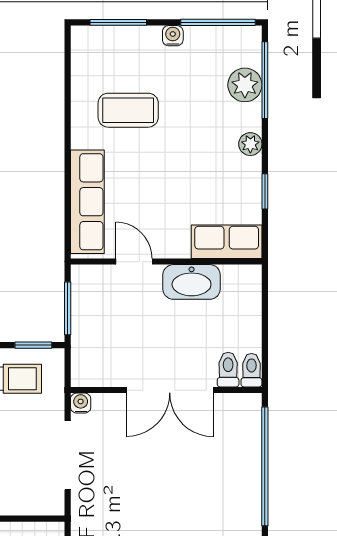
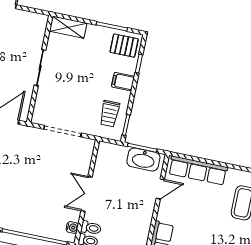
washbasin: (192, 282) -> (143, 160), moved, turned -90
double door: (170, 390) -> (87, 194), width x0.73
water cooler: (81, 403) -> (72, 227), moved

